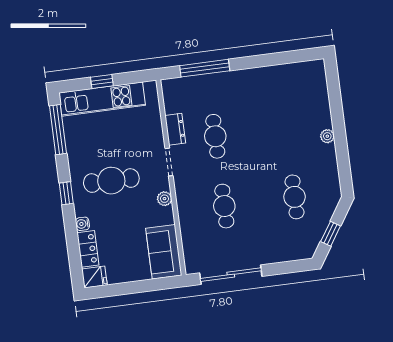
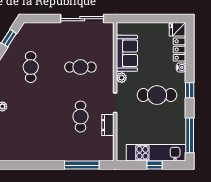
cafe table: (224, 206) -> (80, 67), turned 90
sofa: (164, 252) -> (127, 53), moved

